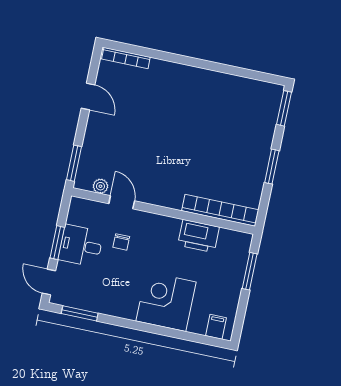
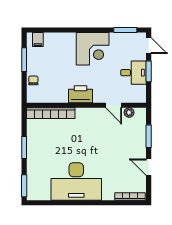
desk: (203, 98) -> (76, 181), added
window: (74, 163) -> (149, 136), moved
printer: (199, 236) -> (80, 94), moved
chair: (121, 242) -> (33, 80), moved
window: (250, 271) -> (24, 60), moved
corner desk: (166, 302) -> (93, 49), moved

